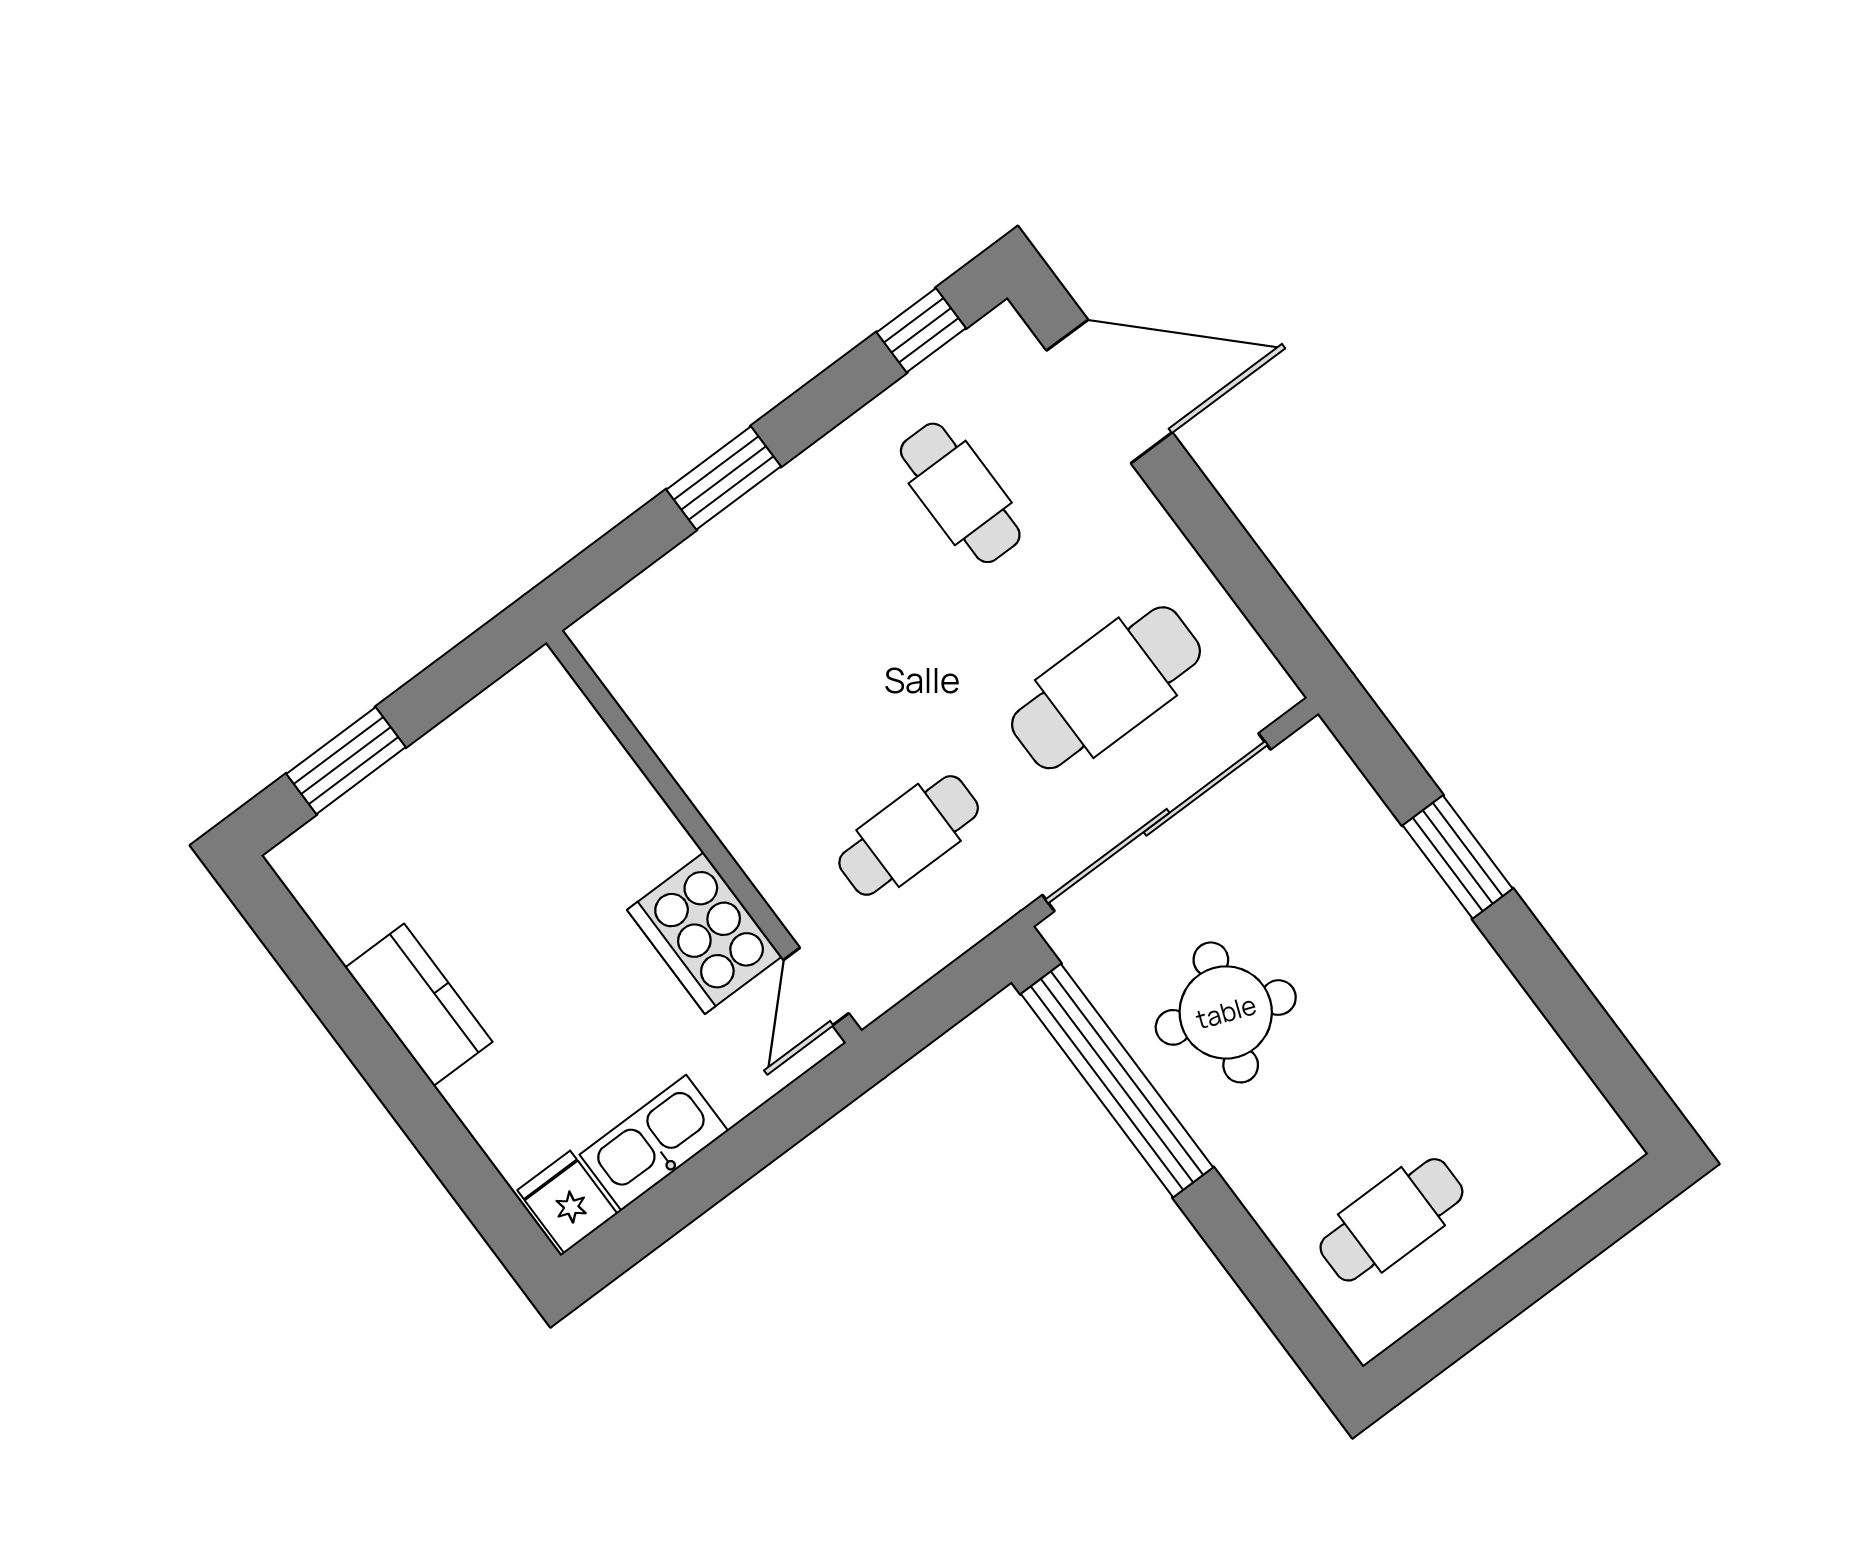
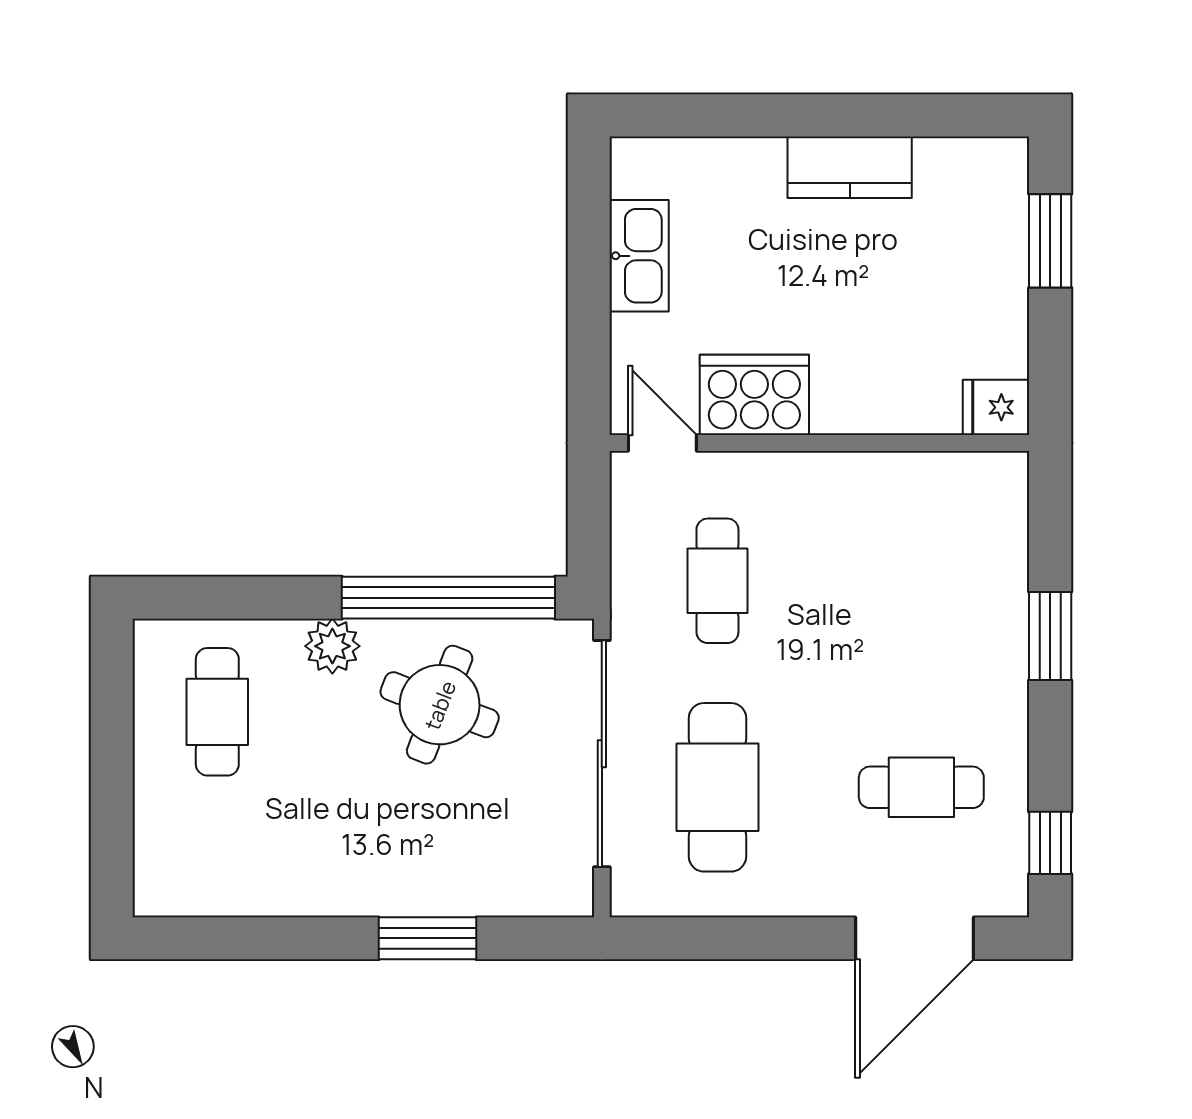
plant: (1246, 1157) -> (332, 646), added
fridge: (567, 1202) -> (996, 407), moved, turned 180

